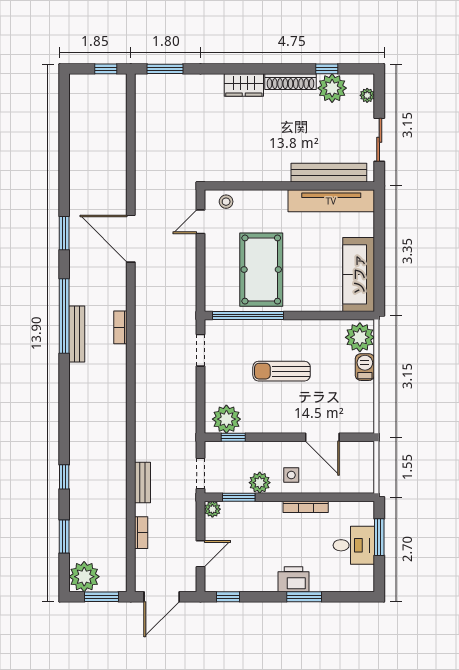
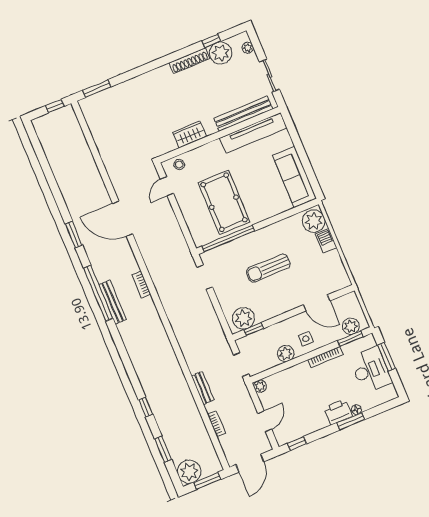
wardrobe: (244, 85) -> (190, 134), moved, turned 180
plant: (352, 482) -> (351, 326), added
window: (239, 497) -> (350, 339), moved
desk: (354, 545) -> (371, 370), width x1.37
floor lamp: (317, 586) -> (356, 409), added

